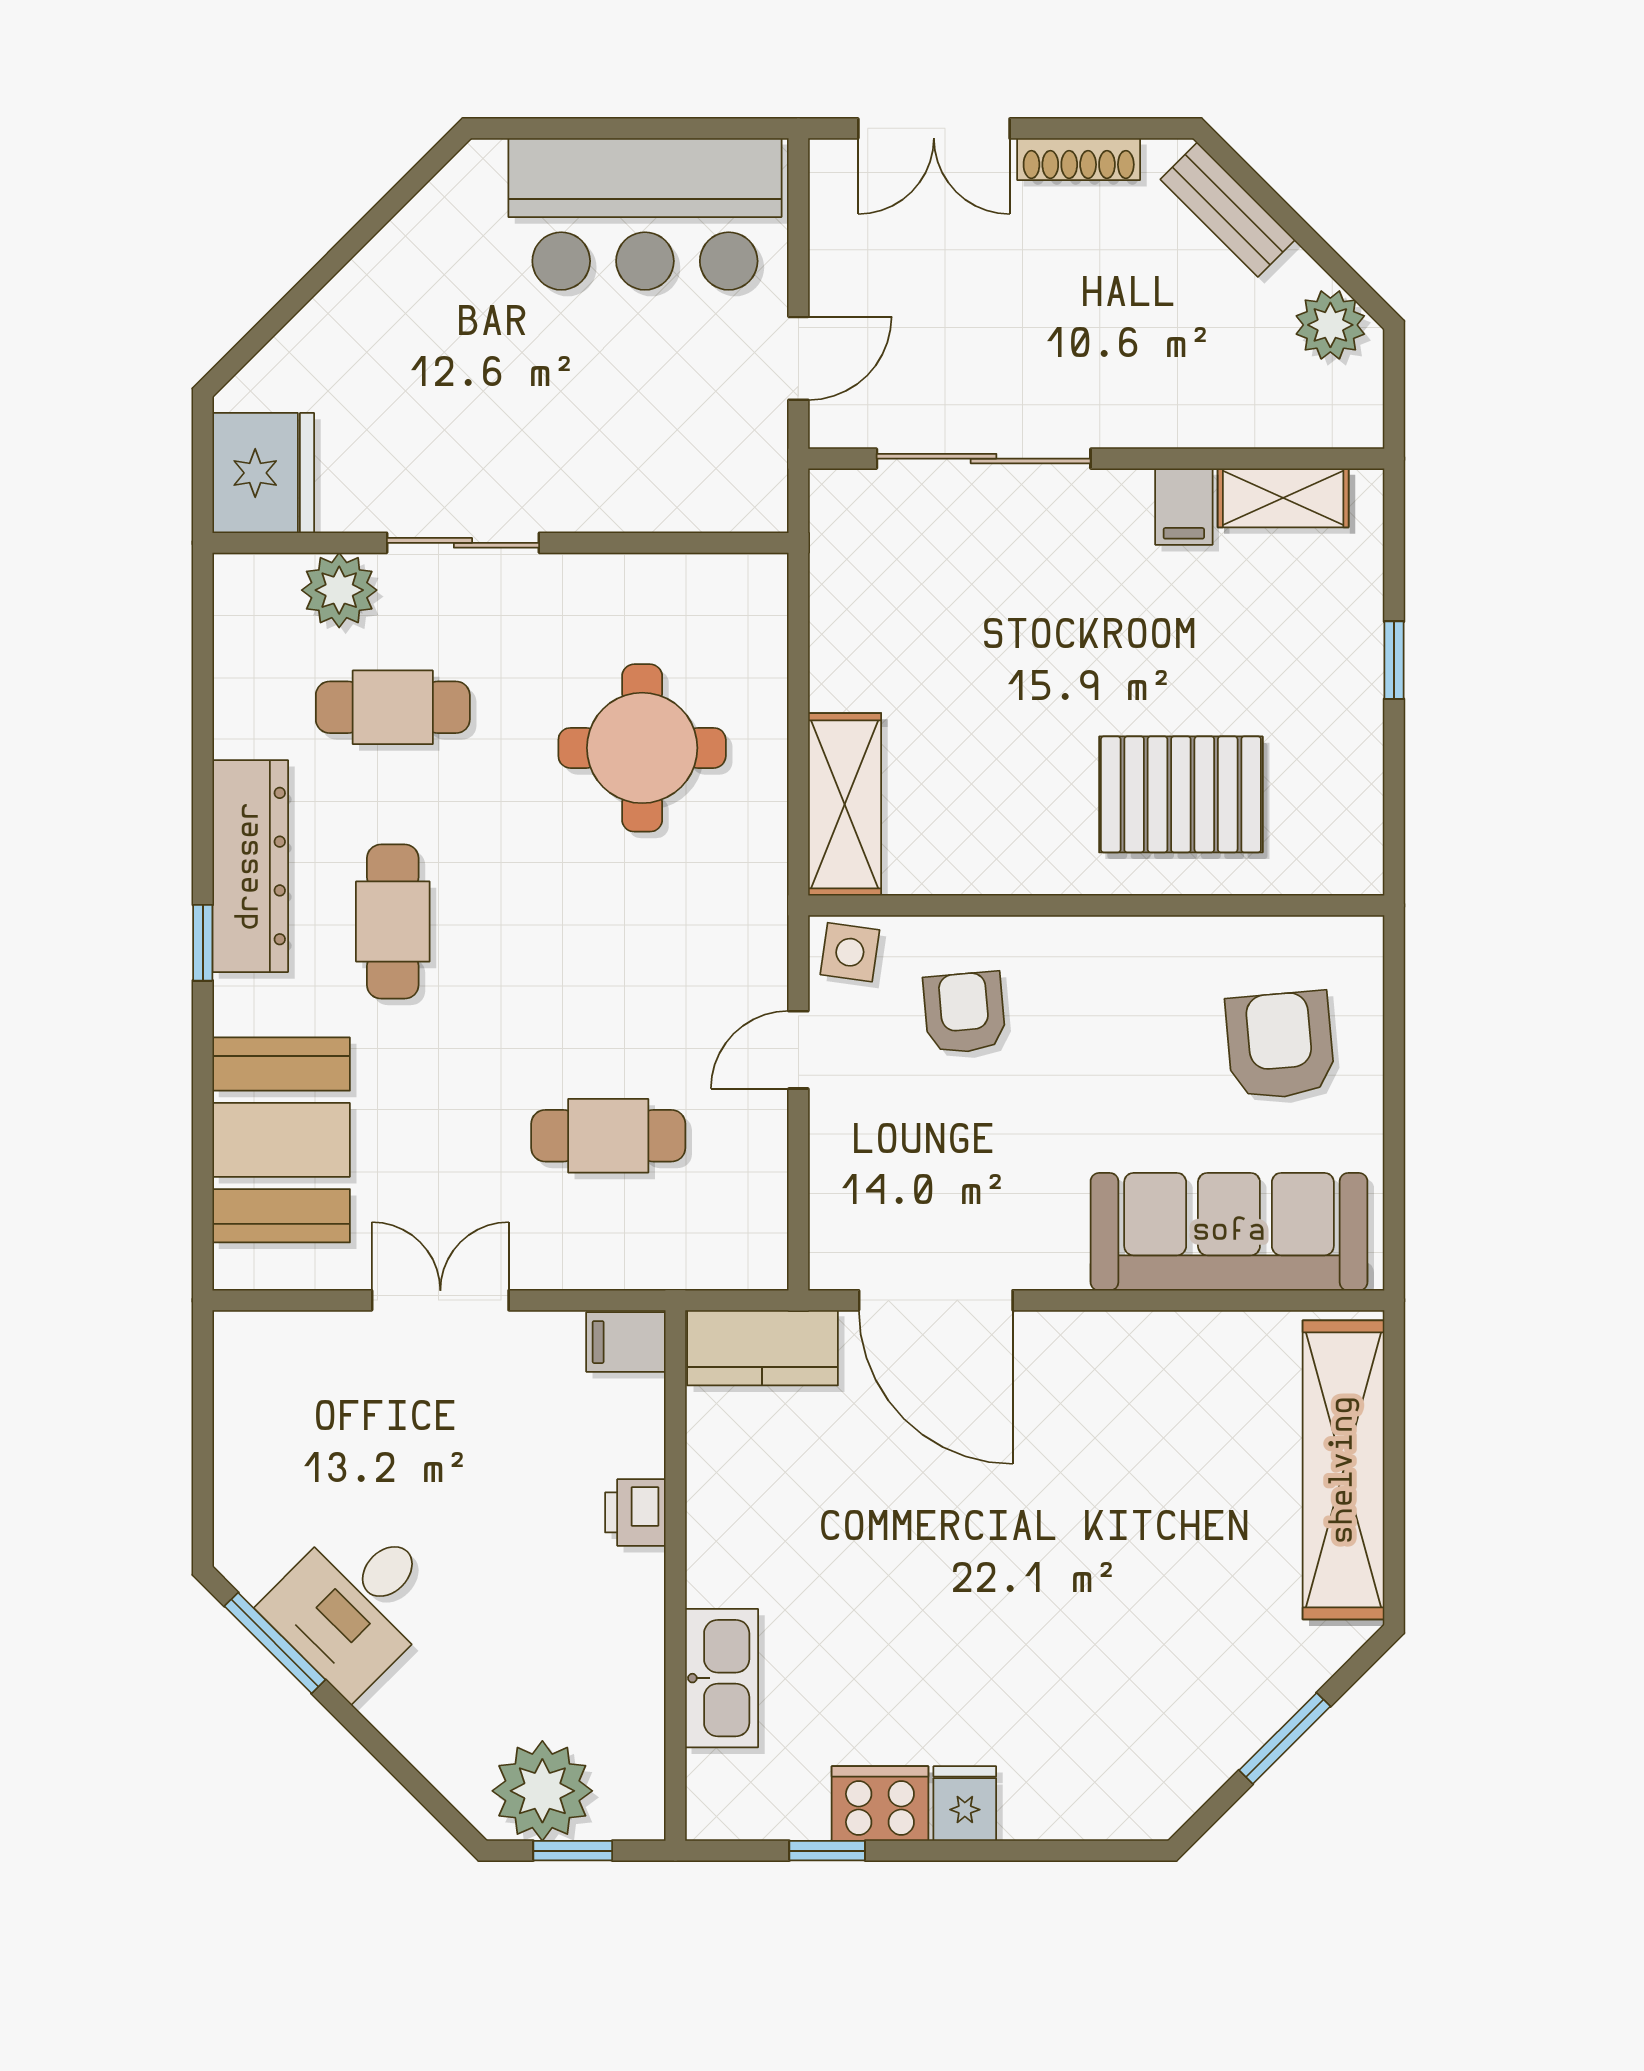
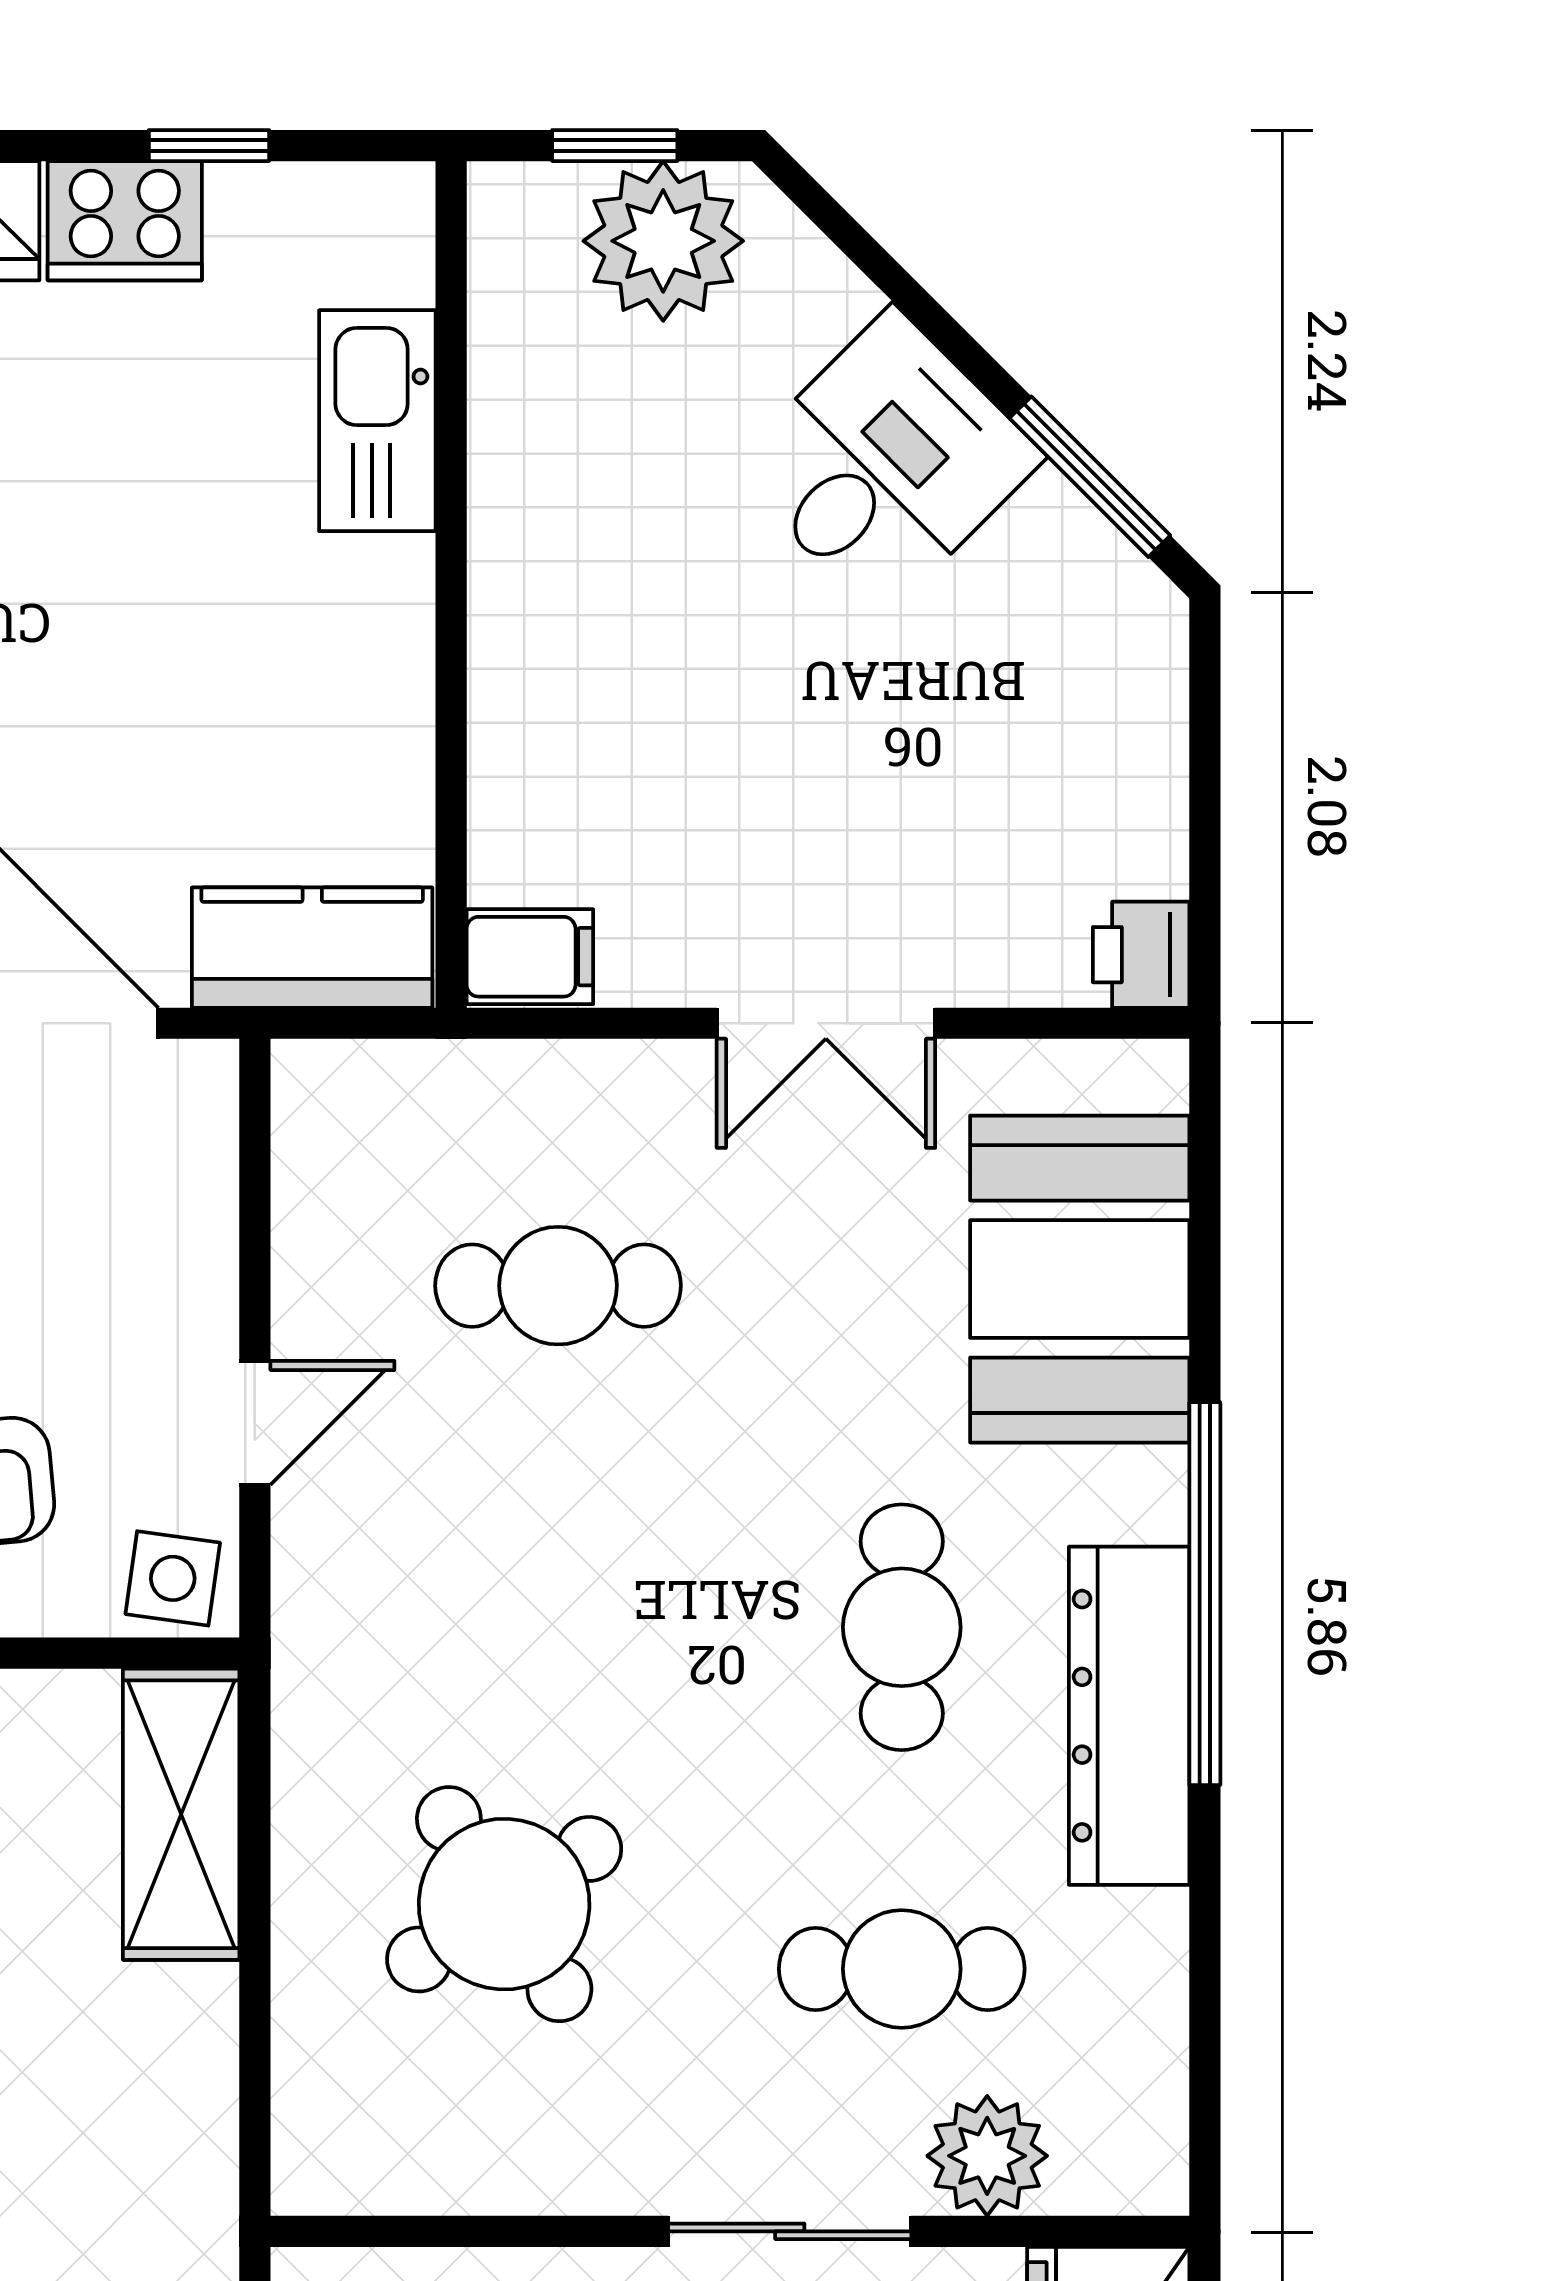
round table: (642, 748) -> (504, 1904), turned -33
window: (203, 943) -> (1205, 1594), width x3.17
printer: (635, 1512) -> (1141, 955), moved, turned 180
desk: (355, 1604) -> (887, 463), moved

